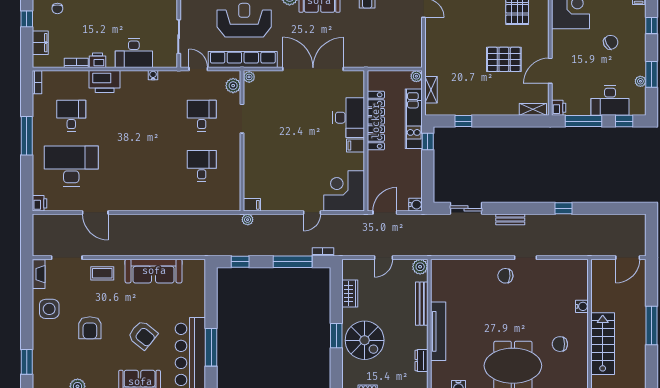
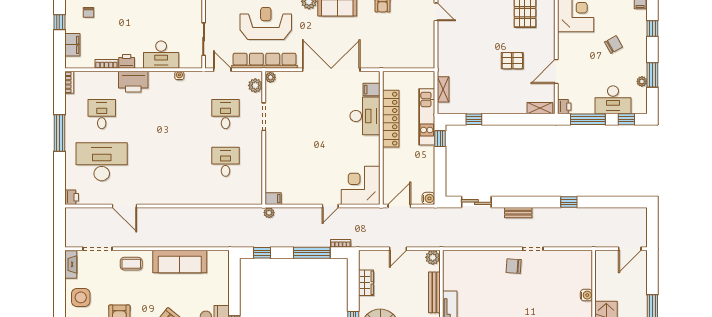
pallet: (504, 59) -> (512, 61), width x0.67, depth x0.71
plant: (416, 76) -> (429, 77), removed
filing cabinet: (356, 145) -> (372, 90), moved

